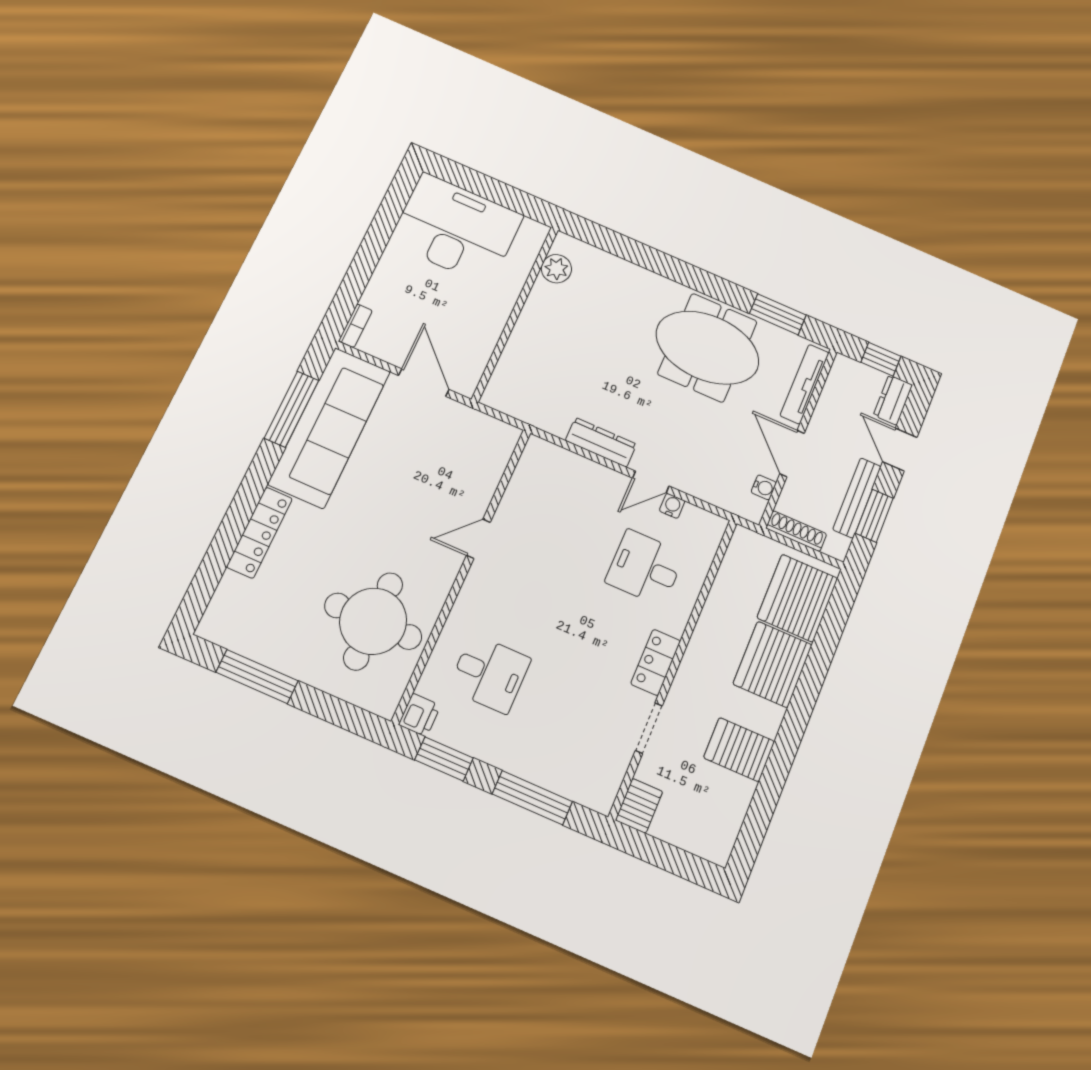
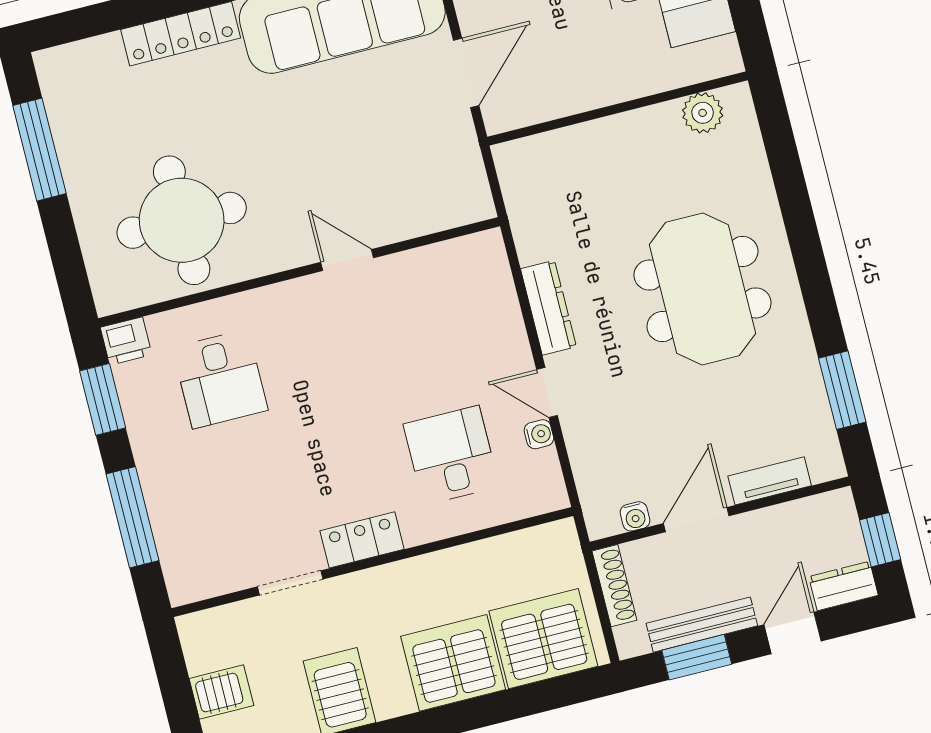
meeting table: (707, 348) -> (702, 289), moved
tv unit: (805, 384) -> (770, 481), width x0.71
server rack: (639, 806) -> (221, 692), moved

